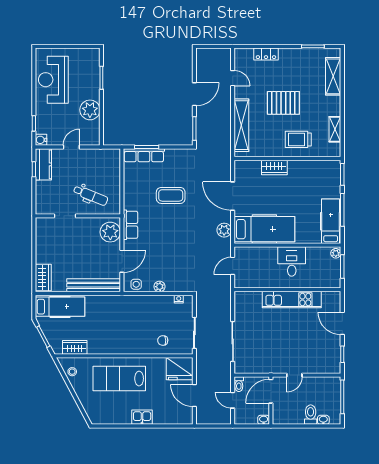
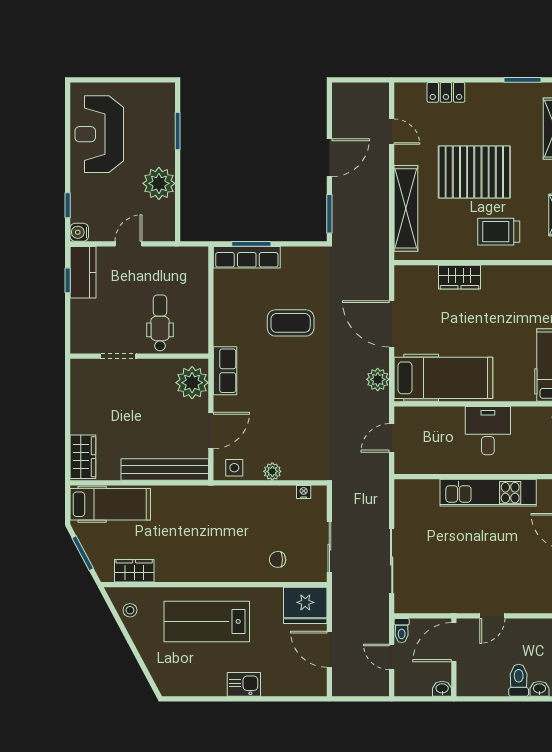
pallet: (283, 103) -> (474, 172), width x1.37, depth x1.41
dental chair: (91, 195) -> (160, 323), turned -112

